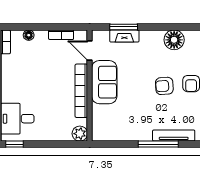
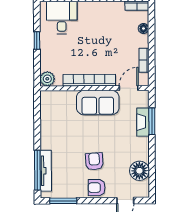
window: (14, 144) -> (37, 40), moved
window: (158, 144) -> (37, 170), moved

